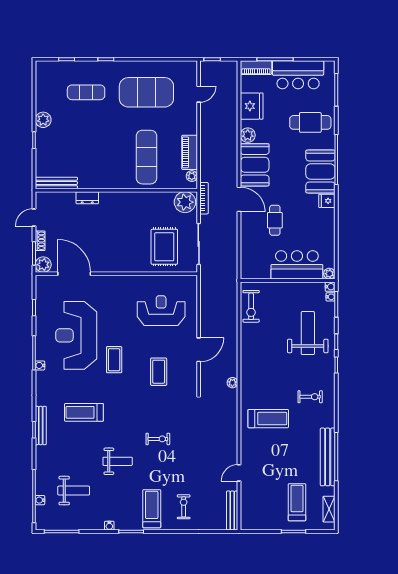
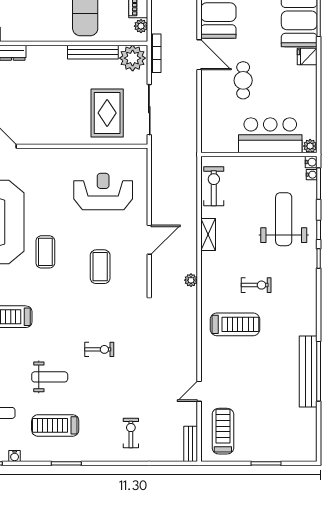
bench: (153, 197) -> (93, 52), added
exercise bike: (251, 306) -> (214, 186), turned 180
exercise bike: (310, 397) -> (256, 285), moved
treadmill: (297, 502) -> (223, 431), moved
treadmill: (152, 509) -> (55, 425), moved, turned -90
shelving: (329, 509) -> (208, 234), moved
bench: (232, 511) -> (191, 444), width x0.73
water cooler: (109, 526) -> (15, 456), moved

